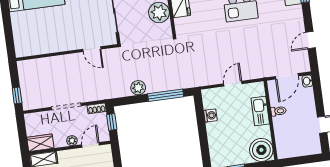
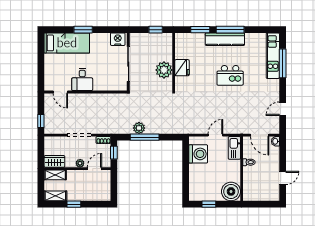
desk: (61, 38) -> (82, 80), added
door: (92, 49) -> (60, 92), moved
door: (287, 76) -> (260, 135), hinge flipped
window: (166, 95) -> (145, 137), moved
kitchen sink: (260, 111) -> (234, 148), moved
washing machine: (210, 116) -> (198, 154), width x1.89, depth x1.89

